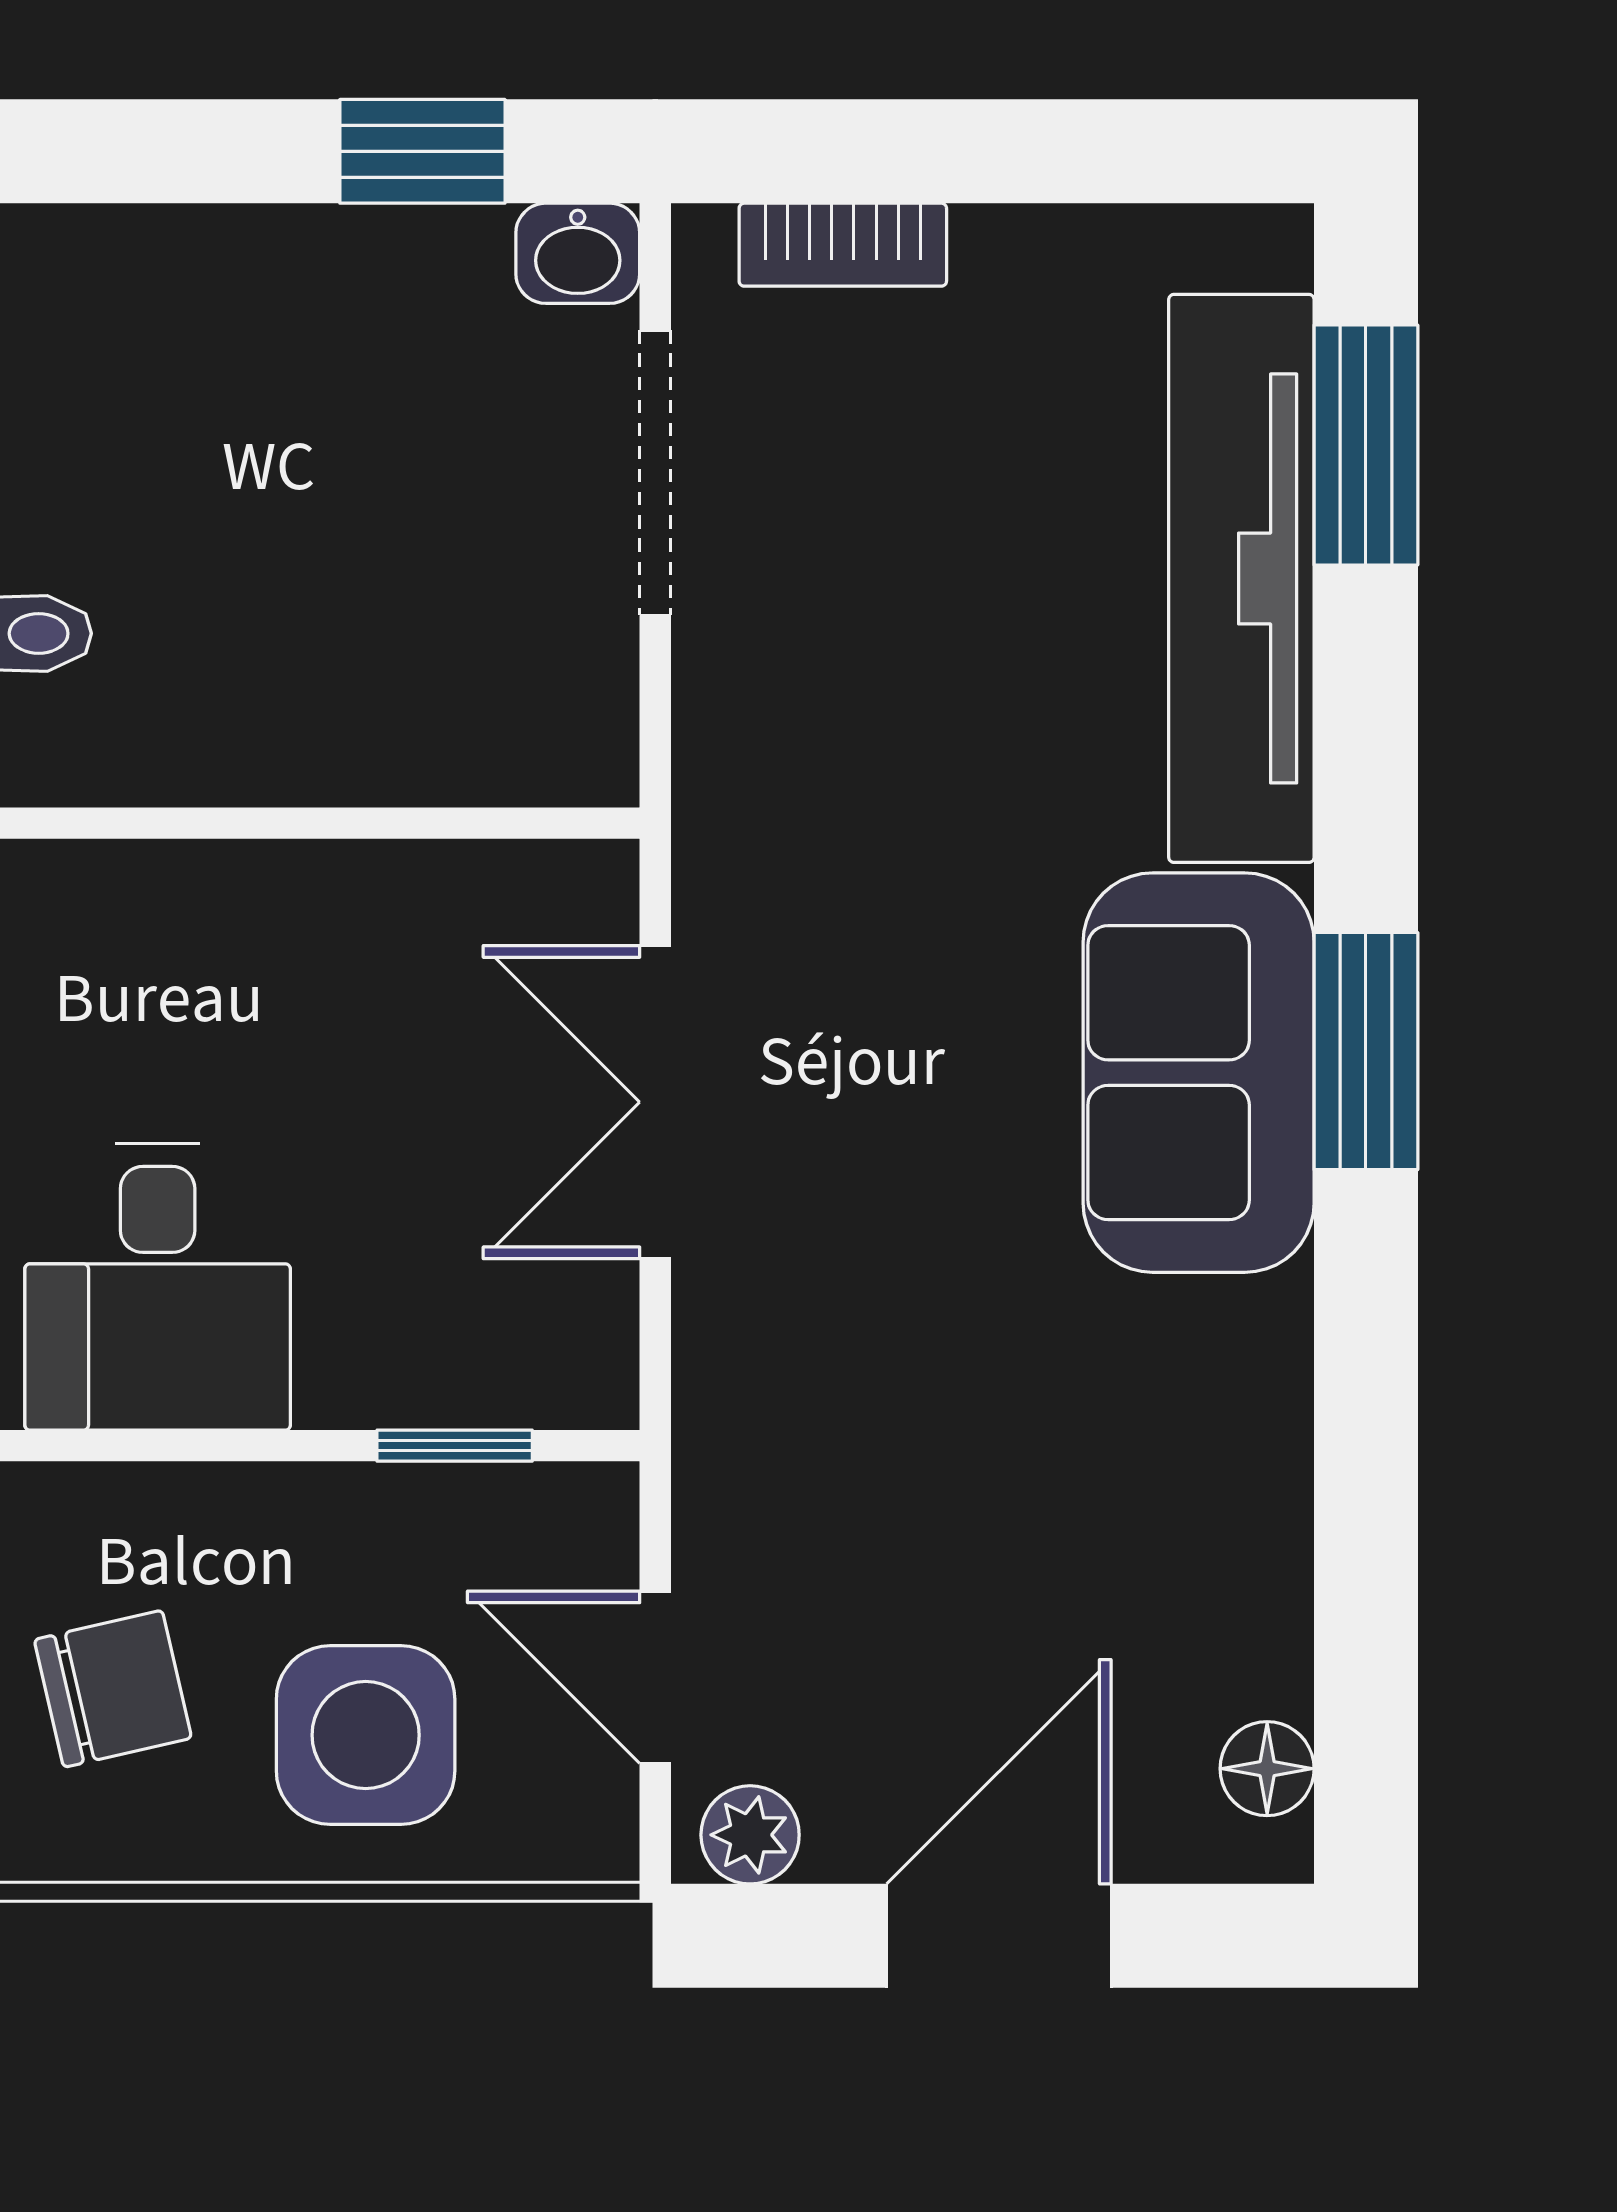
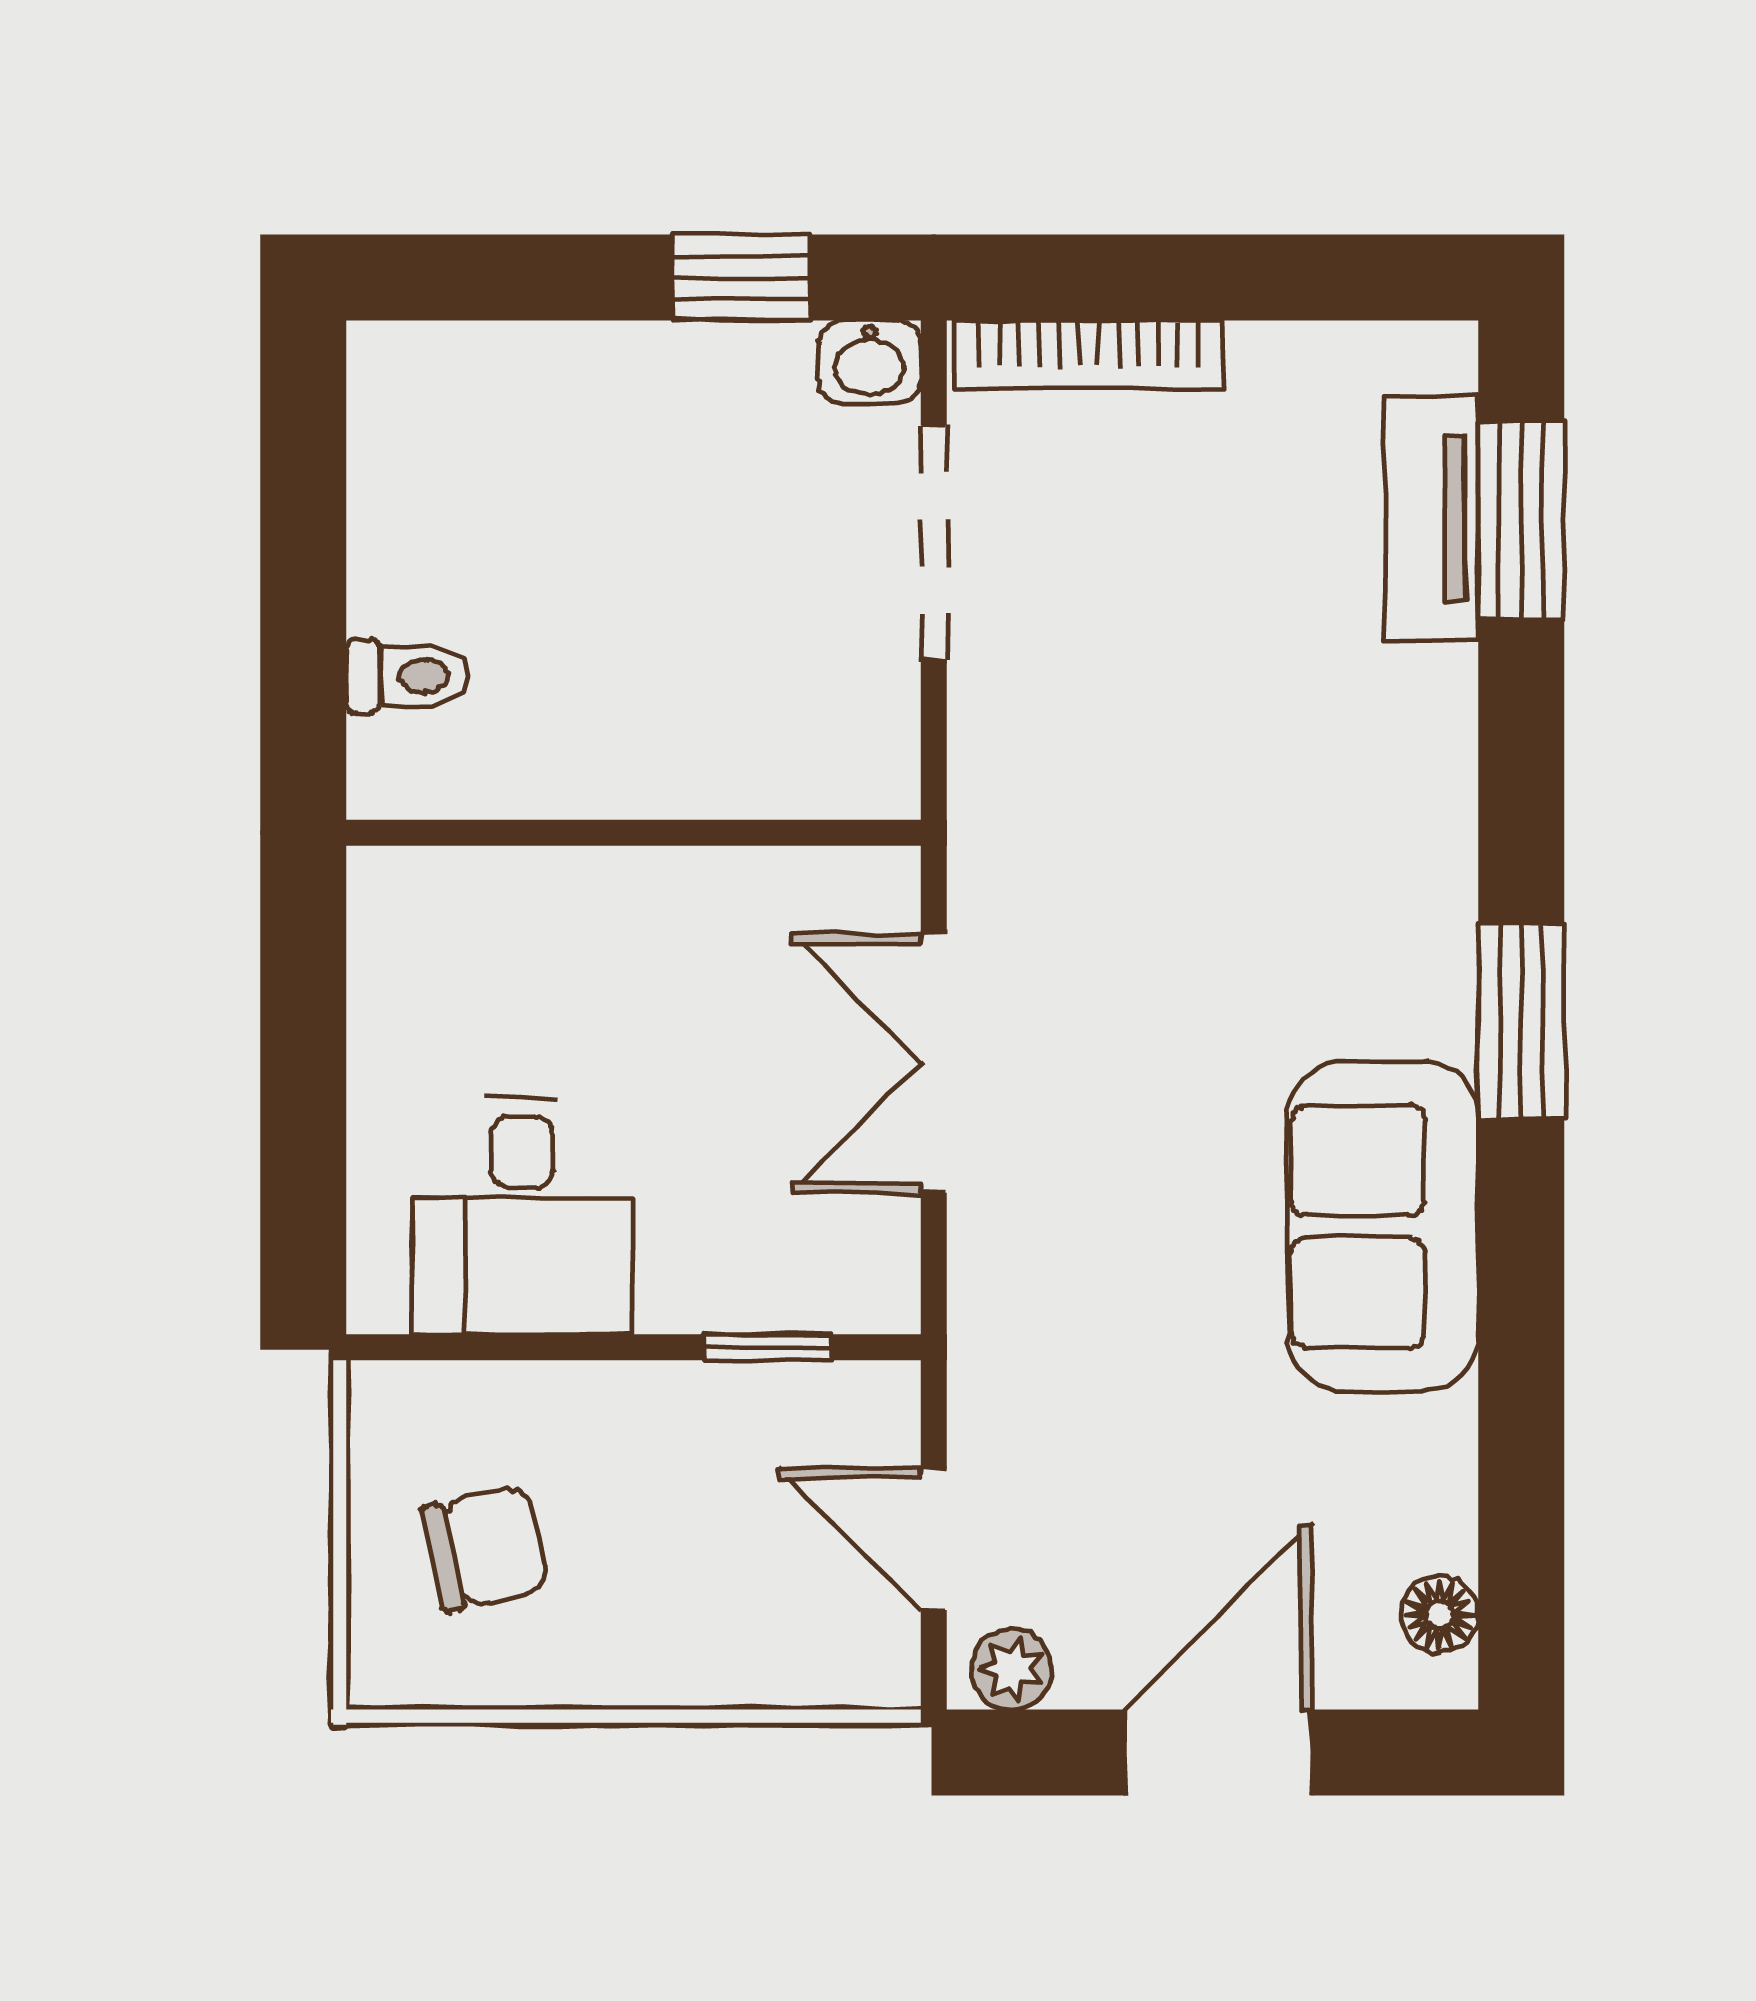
bookcase: (843, 245) -> (1089, 355), width x1.56
tv unit: (1241, 578) -> (1432, 518), width x0.52, depth x0.78
sofa: (1199, 1073) -> (1383, 1226), moved
side table: (366, 1735) -> (694, 1587), removed

